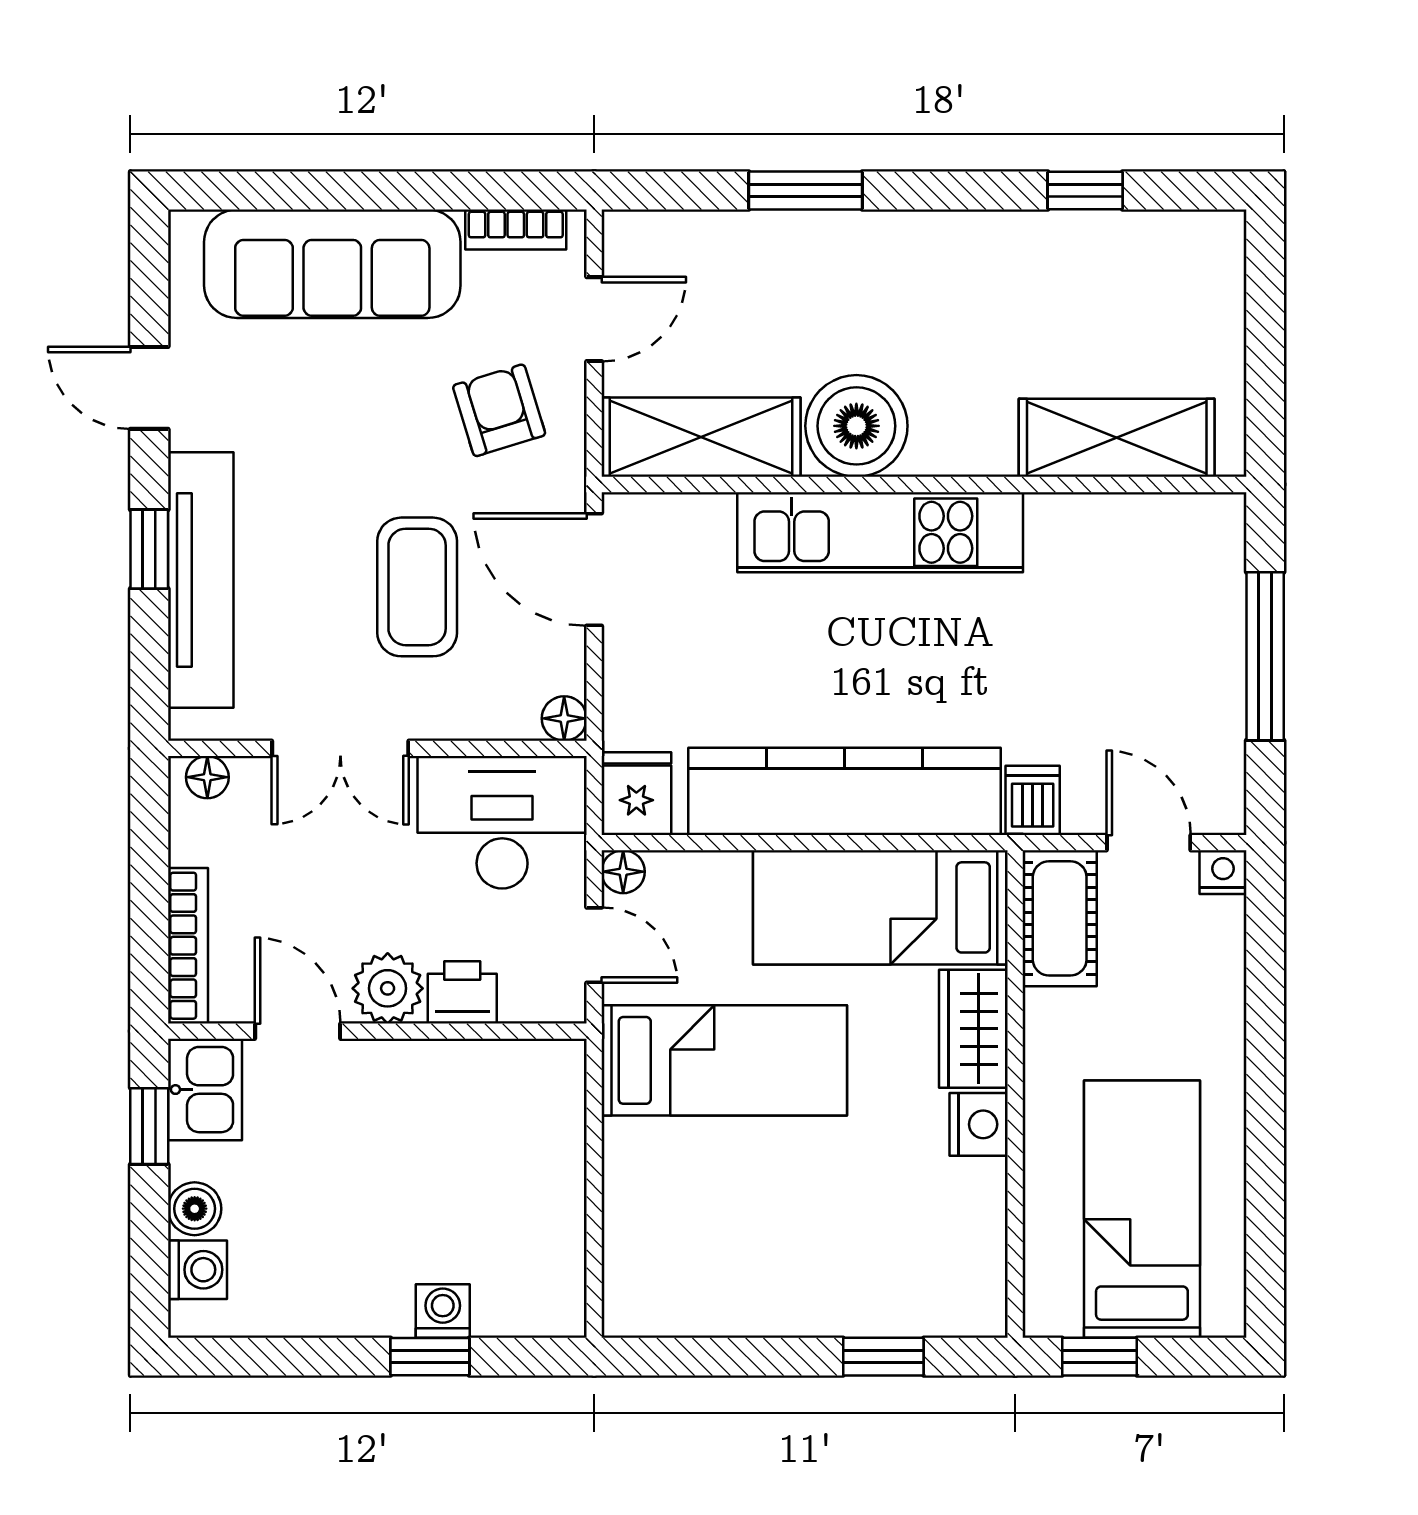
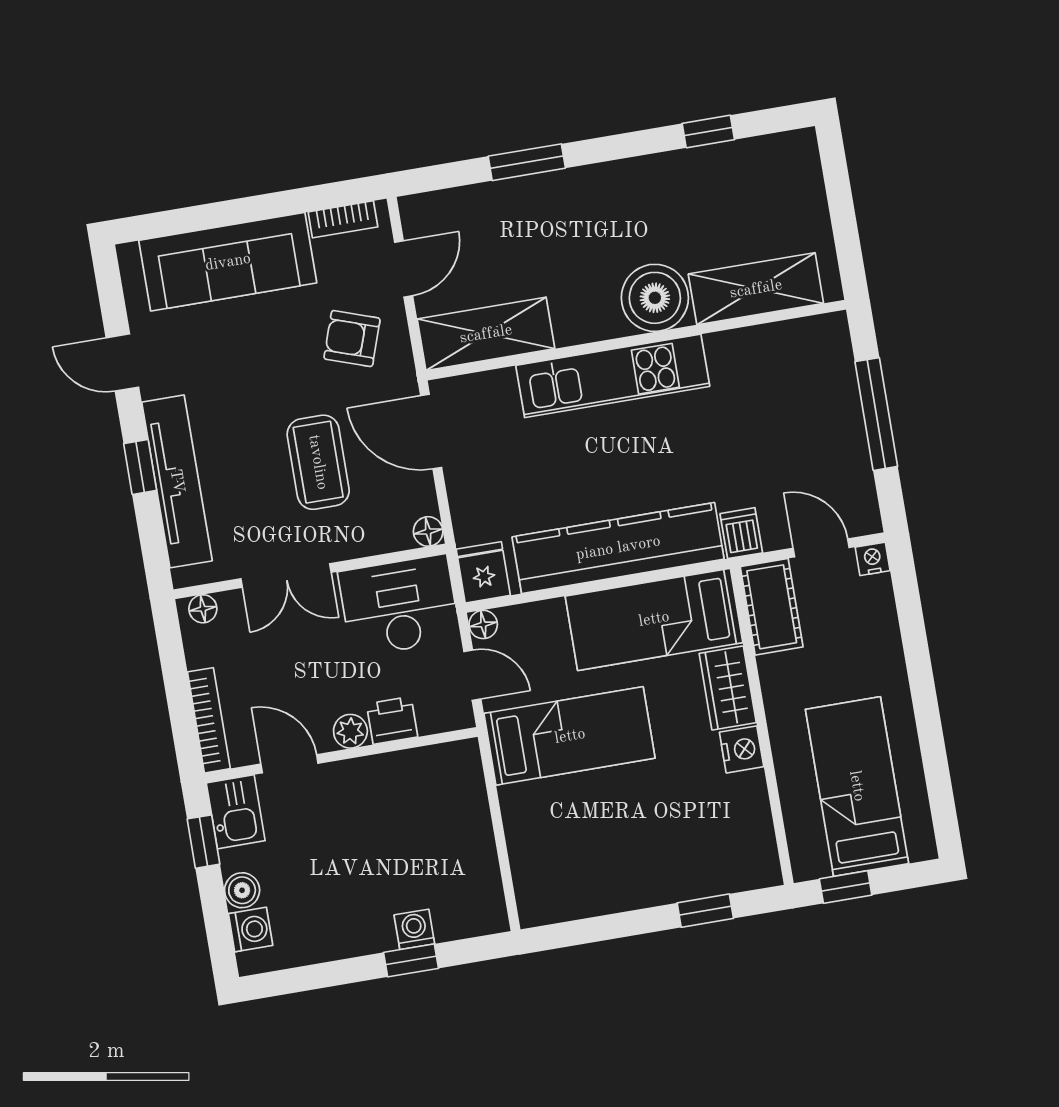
armchair: (499, 410) -> (352, 339), turned -54
boiler: (856, 426) -> (655, 298), moved
plant: (388, 988) -> (350, 731), width x0.73, depth x0.73

